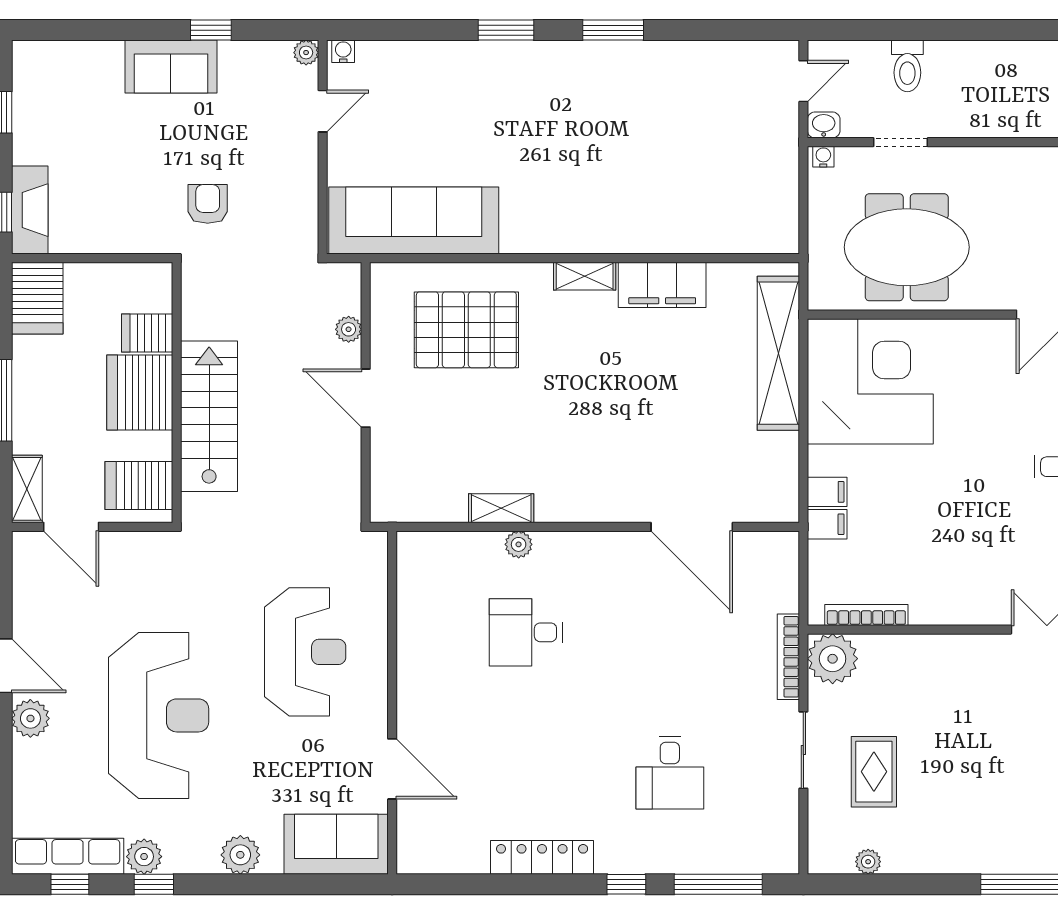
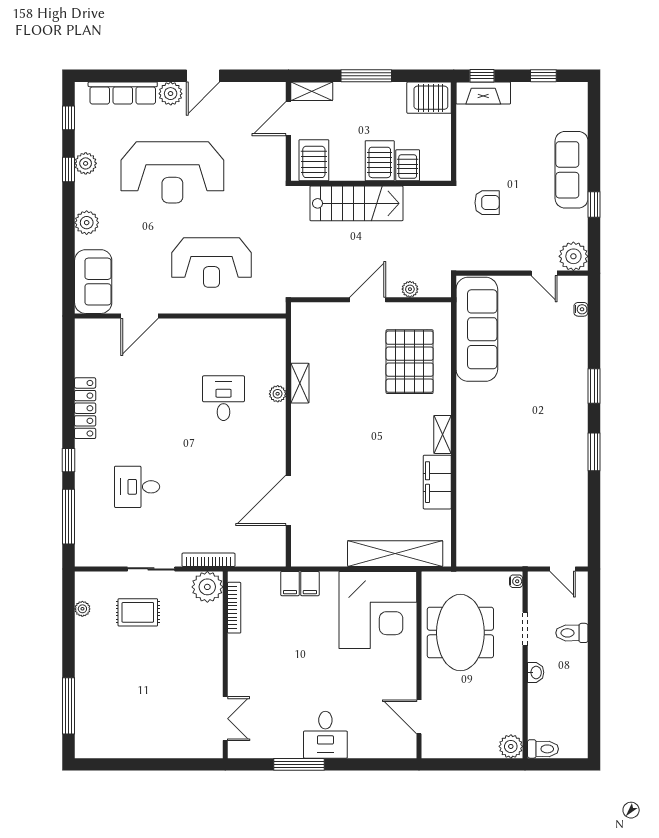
water cooler: (343, 51) -> (581, 309), moved
plant: (306, 53) -> (573, 256), width x1.88, depth x1.88
sofa: (171, 67) -> (572, 170), width x1.36
washbasin: (824, 125) -> (536, 672), moved
server rack: (140, 392) -> (380, 161), width x0.62
row of seats: (68, 856) -> (123, 93), moved, turned 90

